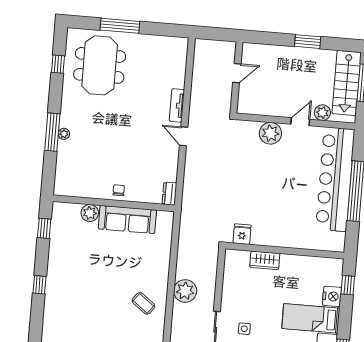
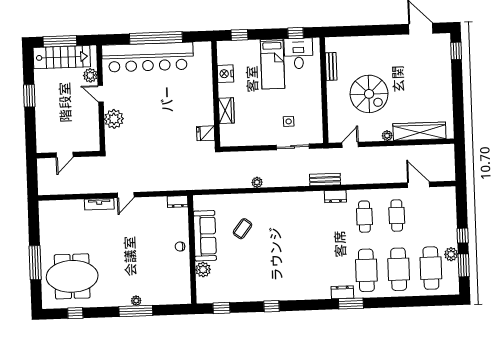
door: (237, 73) -> (65, 155), swing flipped
plant: (185, 291) -> (257, 182), width x0.53, depth x0.53
nightstand: (332, 296) -> (225, 74), moved, turned -90
coffee table: (143, 303) -> (243, 229), moved

